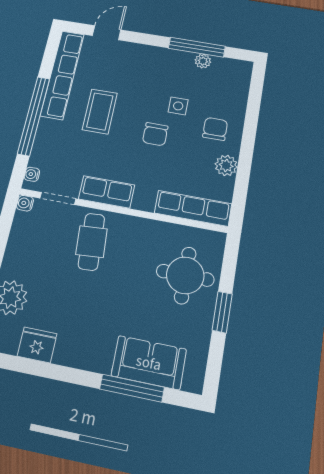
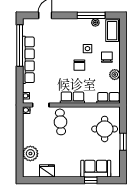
row of seats: (62, 74) -> (28, 60), moved
coffee table: (100, 111) -> (112, 31), moved
window: (34, 116) -> (20, 45), moved
row of seats: (107, 192) -> (72, 98), moved
row of seats: (193, 208) -> (109, 98), width x0.68
window: (132, 388) -> (91, 180), width x0.46

